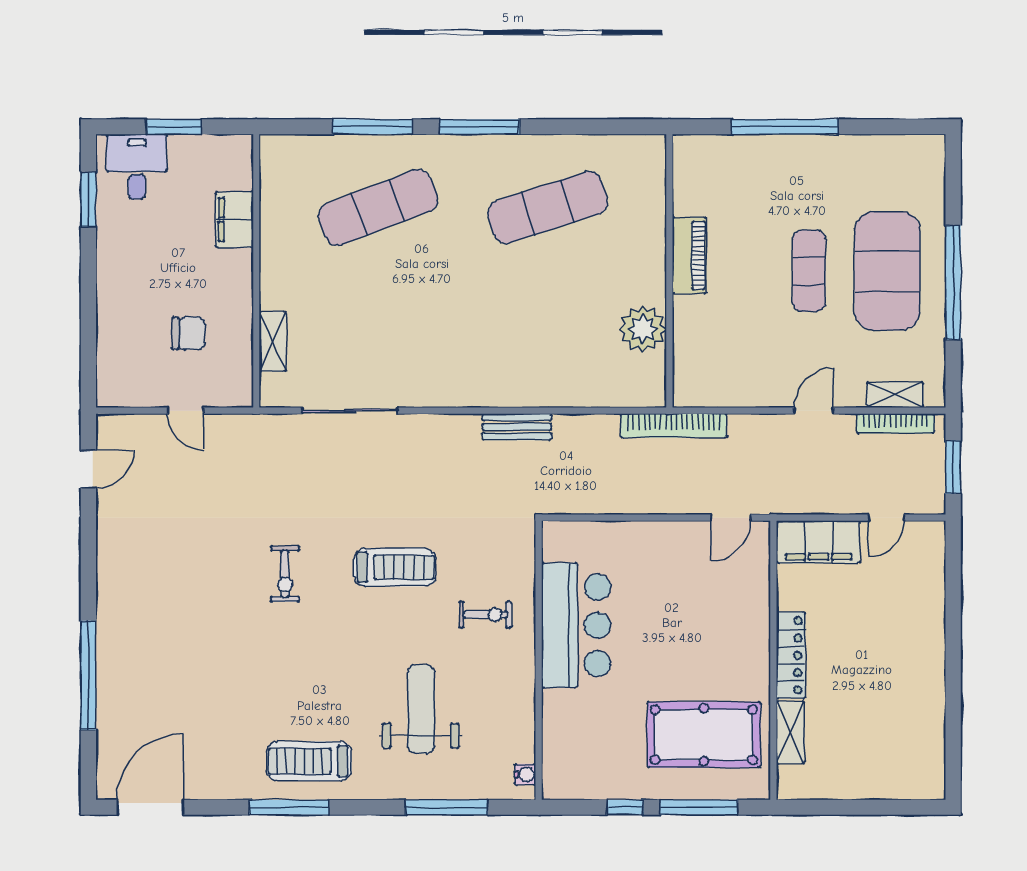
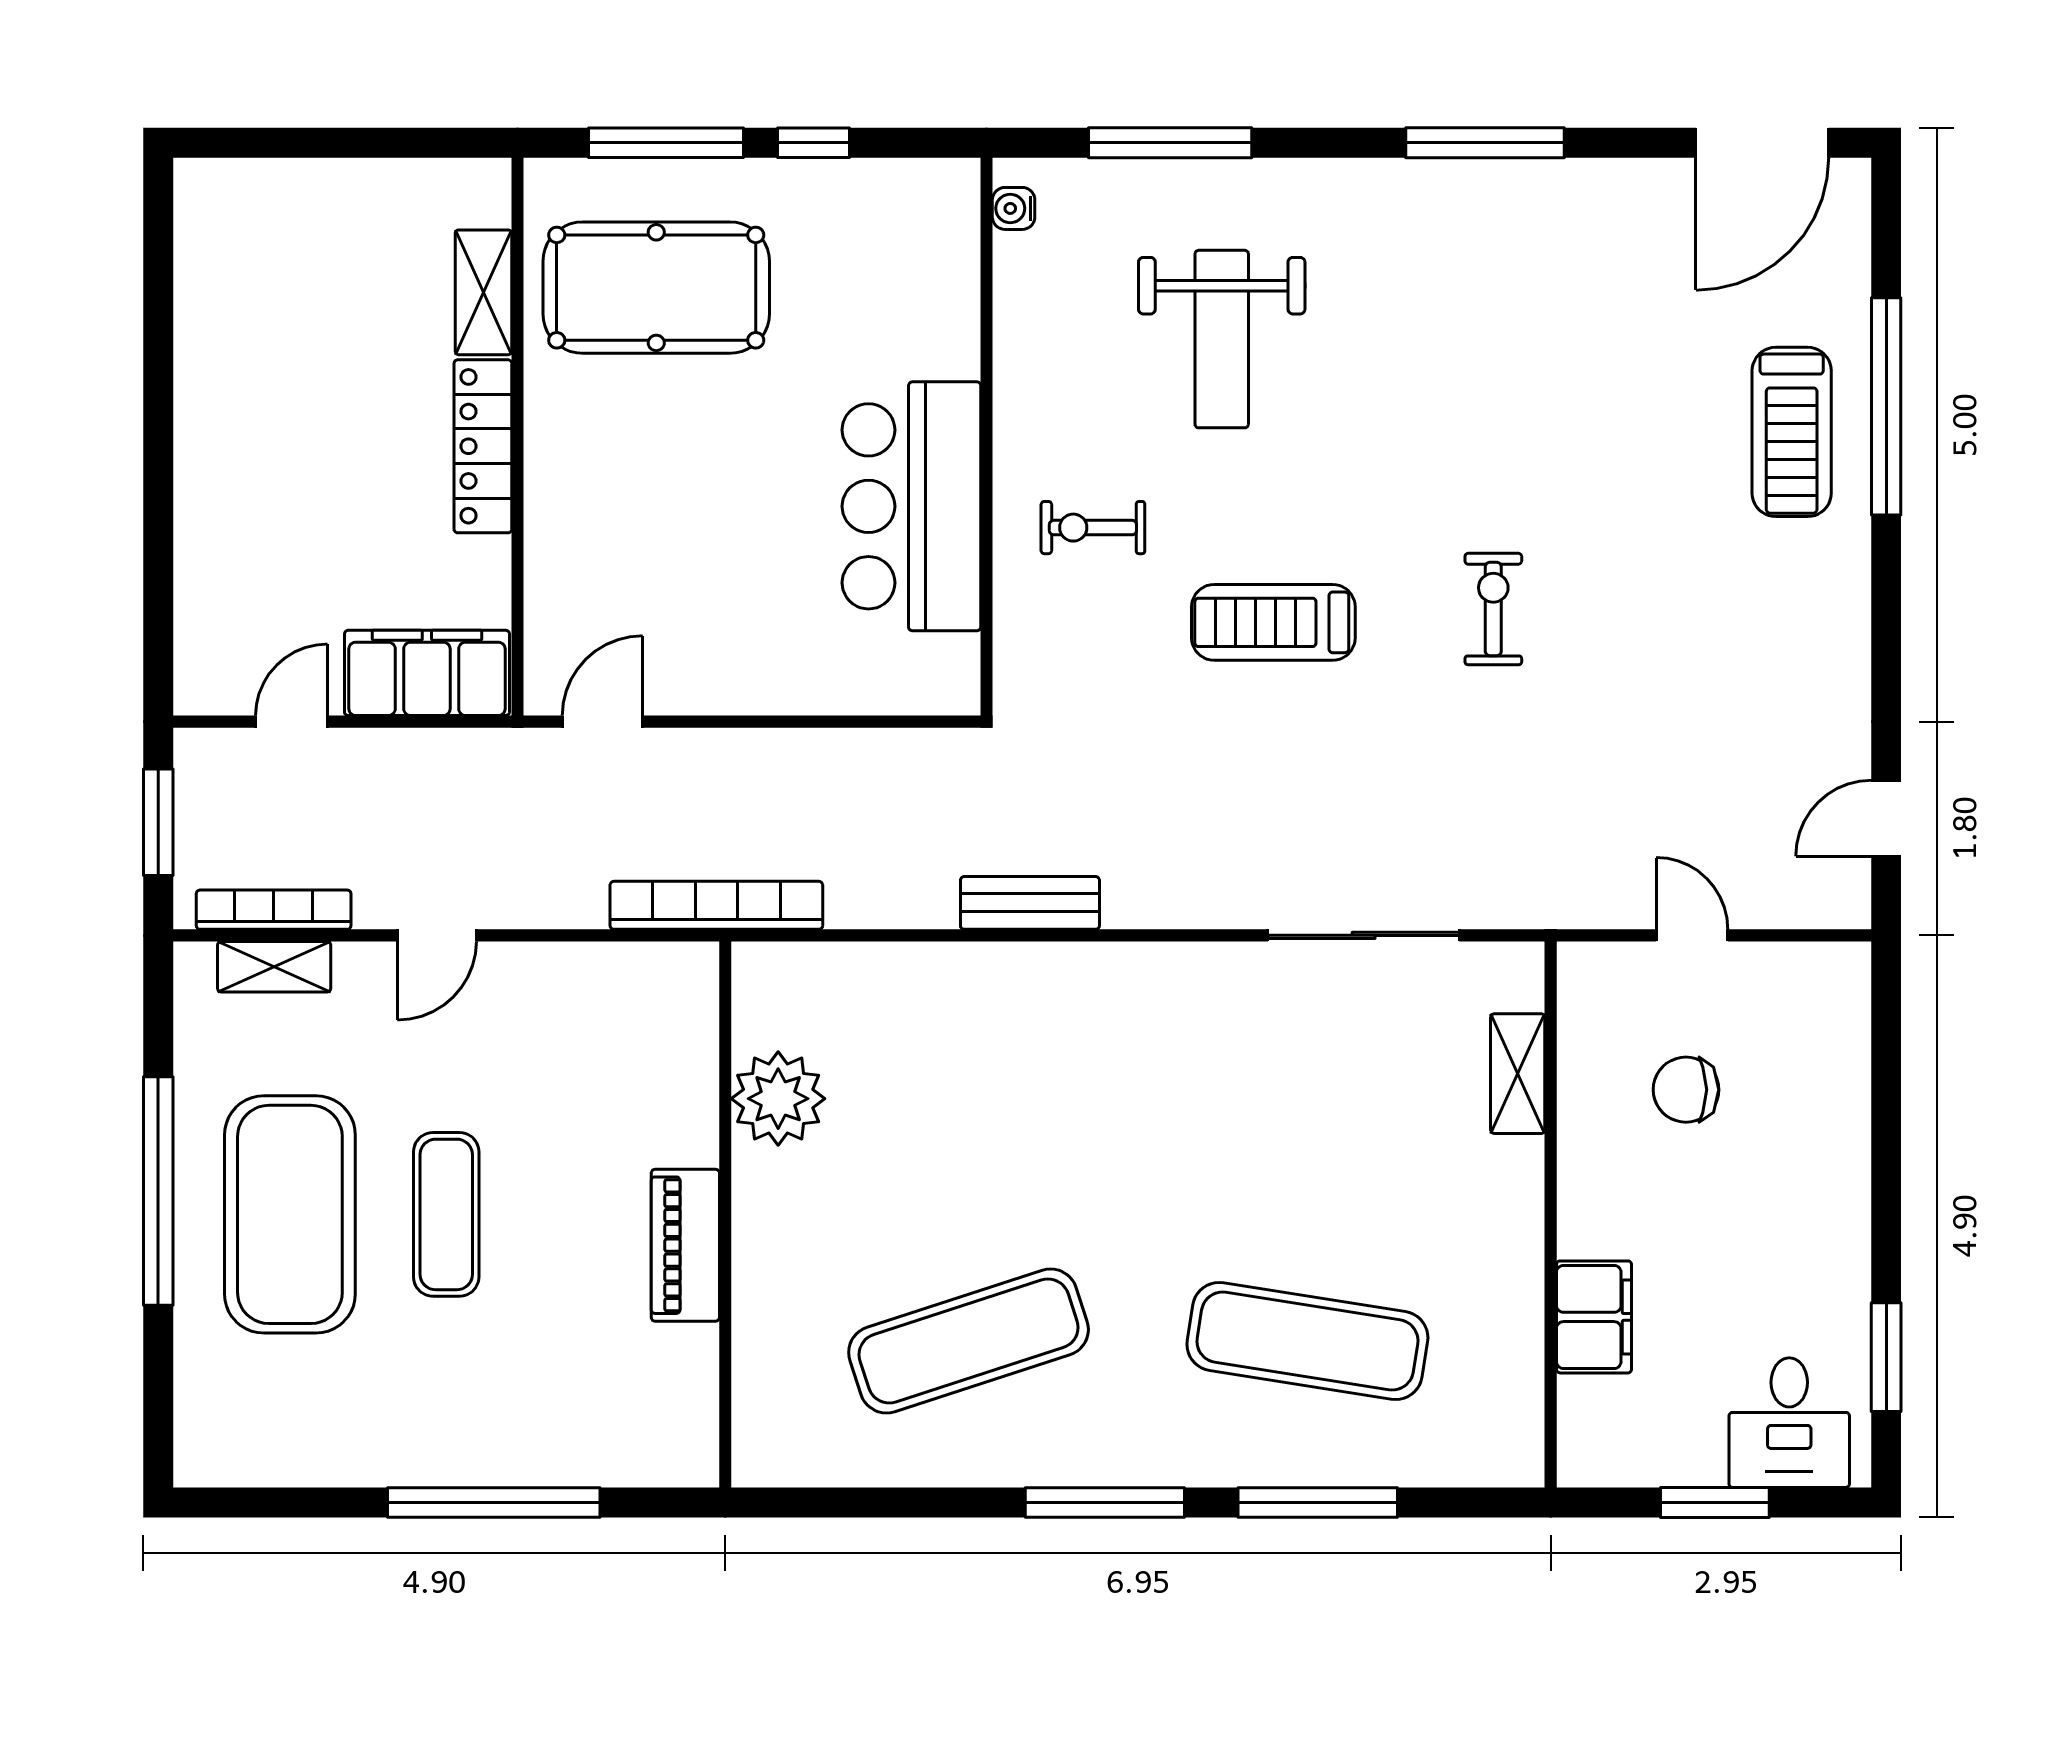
exercise mat: (378, 208) -> (1307, 1341), turned 30
treadmill: (309, 761) -> (1792, 432), moved, turned 90

